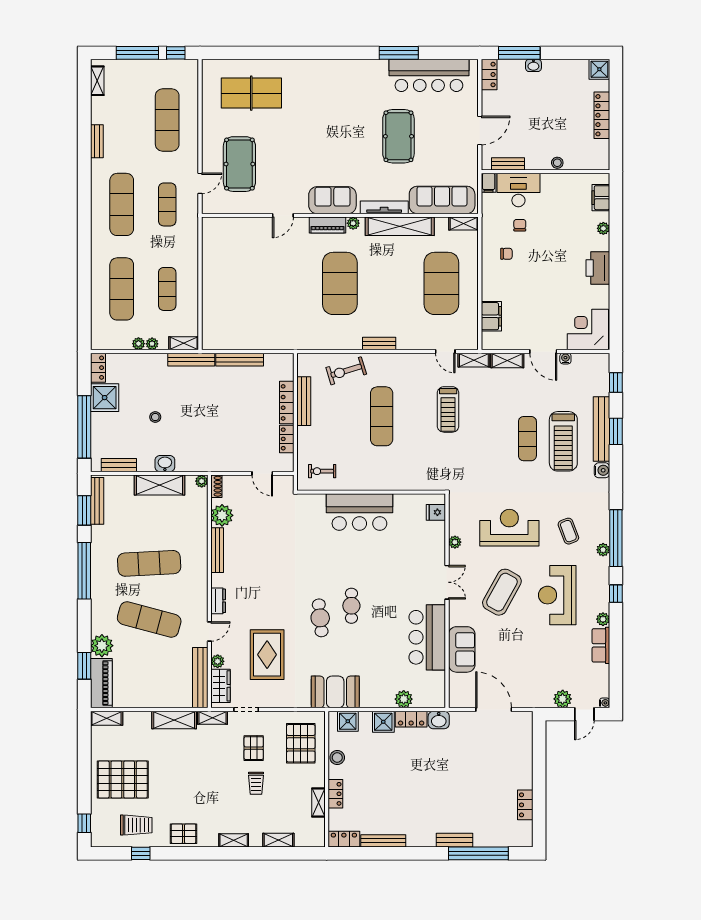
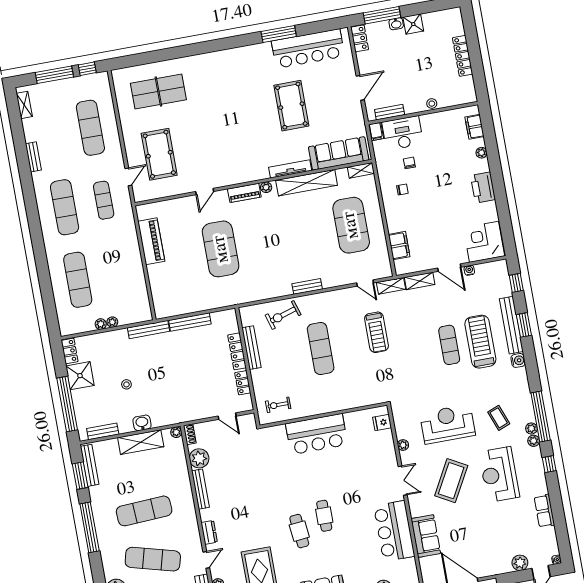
shower: (599, 69) -> (413, 24), moved
sofa: (332, 200) -> (245, 171), removed
piano: (213, 261) -> (151, 241), added
exercise mat: (340, 283) -> (221, 249), moved
exercise mat: (167, 289) -> (117, 273), removed
shelving: (184, 343) -> (139, 317), removed
treadmill: (563, 441) -> (480, 342), turned 180
plant: (603, 619) -> (534, 441), moved

